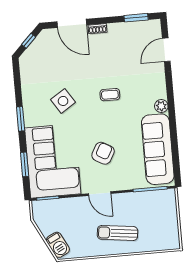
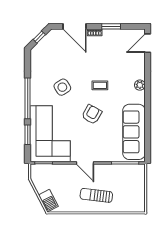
window: (136, 18) -> (111, 26), moved
door: (166, 50) -> (148, 43), moved
plant: (161, 106) -> (140, 85), moved
window: (21, 119) -> (28, 98), width x2.11
armchair: (103, 153) -> (92, 114), moved

